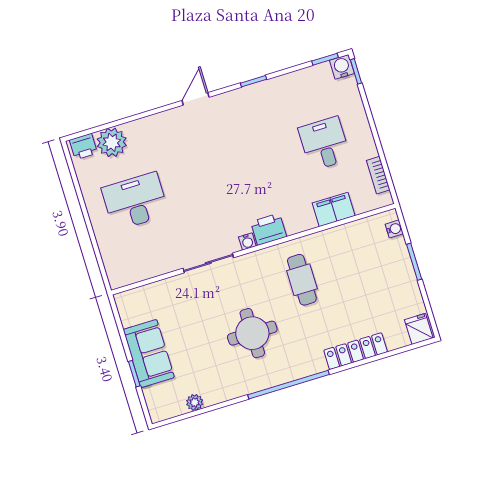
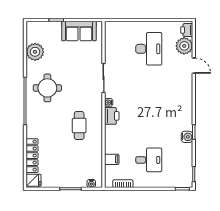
water cooler: (342, 67) -> (187, 137), moved
door: (196, 99) -> (194, 66), moved
filing cabinet: (334, 209) -> (112, 159), width x0.50
cafe table: (302, 280) -> (79, 125), turned 90
round table: (252, 333) -> (47, 88), moved
locker: (356, 351) -> (32, 156), moved
sofa: (149, 354) -> (79, 31), moved
plant: (195, 402) -> (35, 52), width x1.87, depth x1.87

